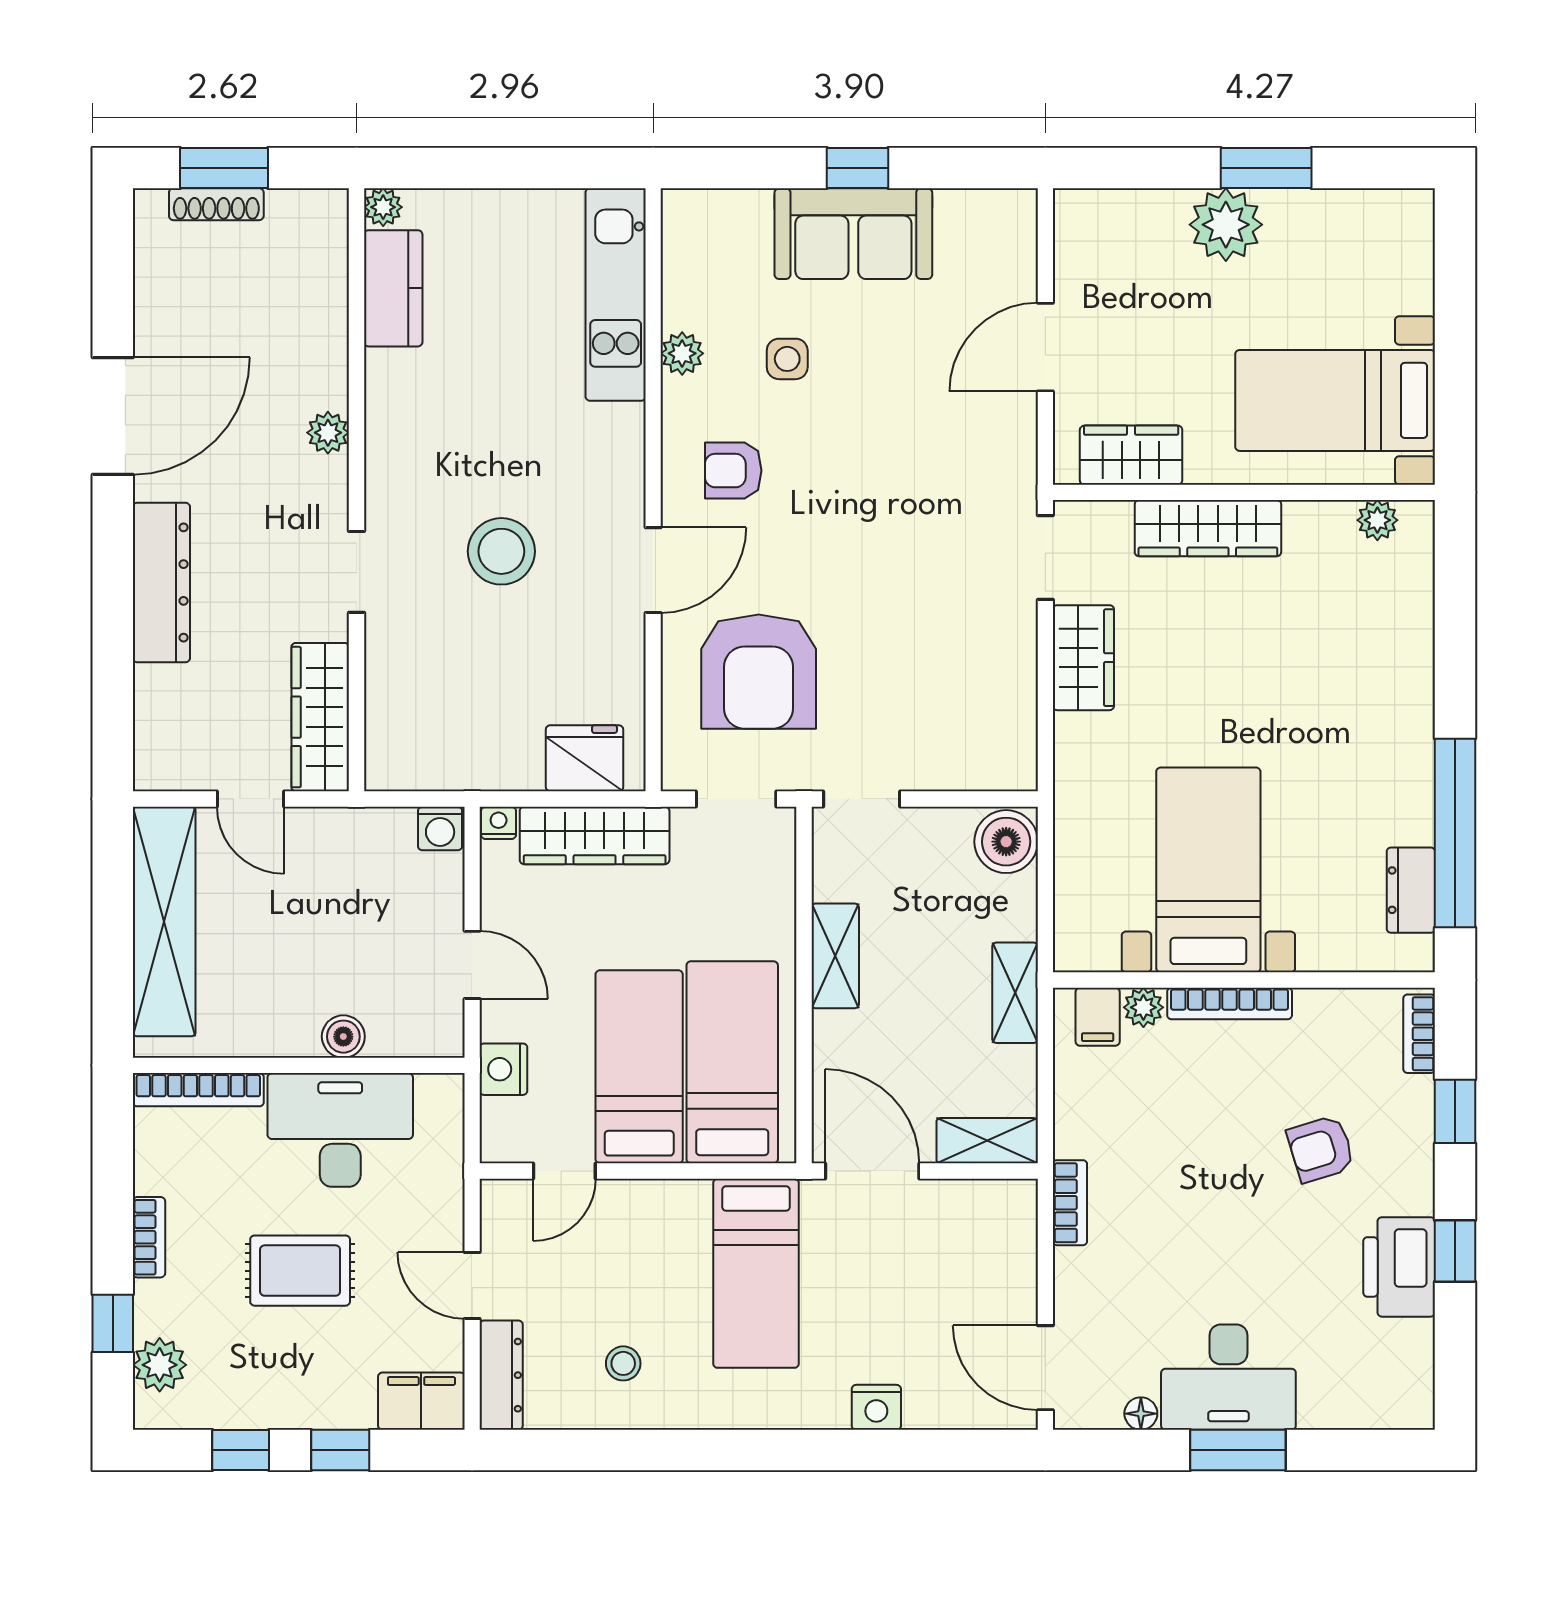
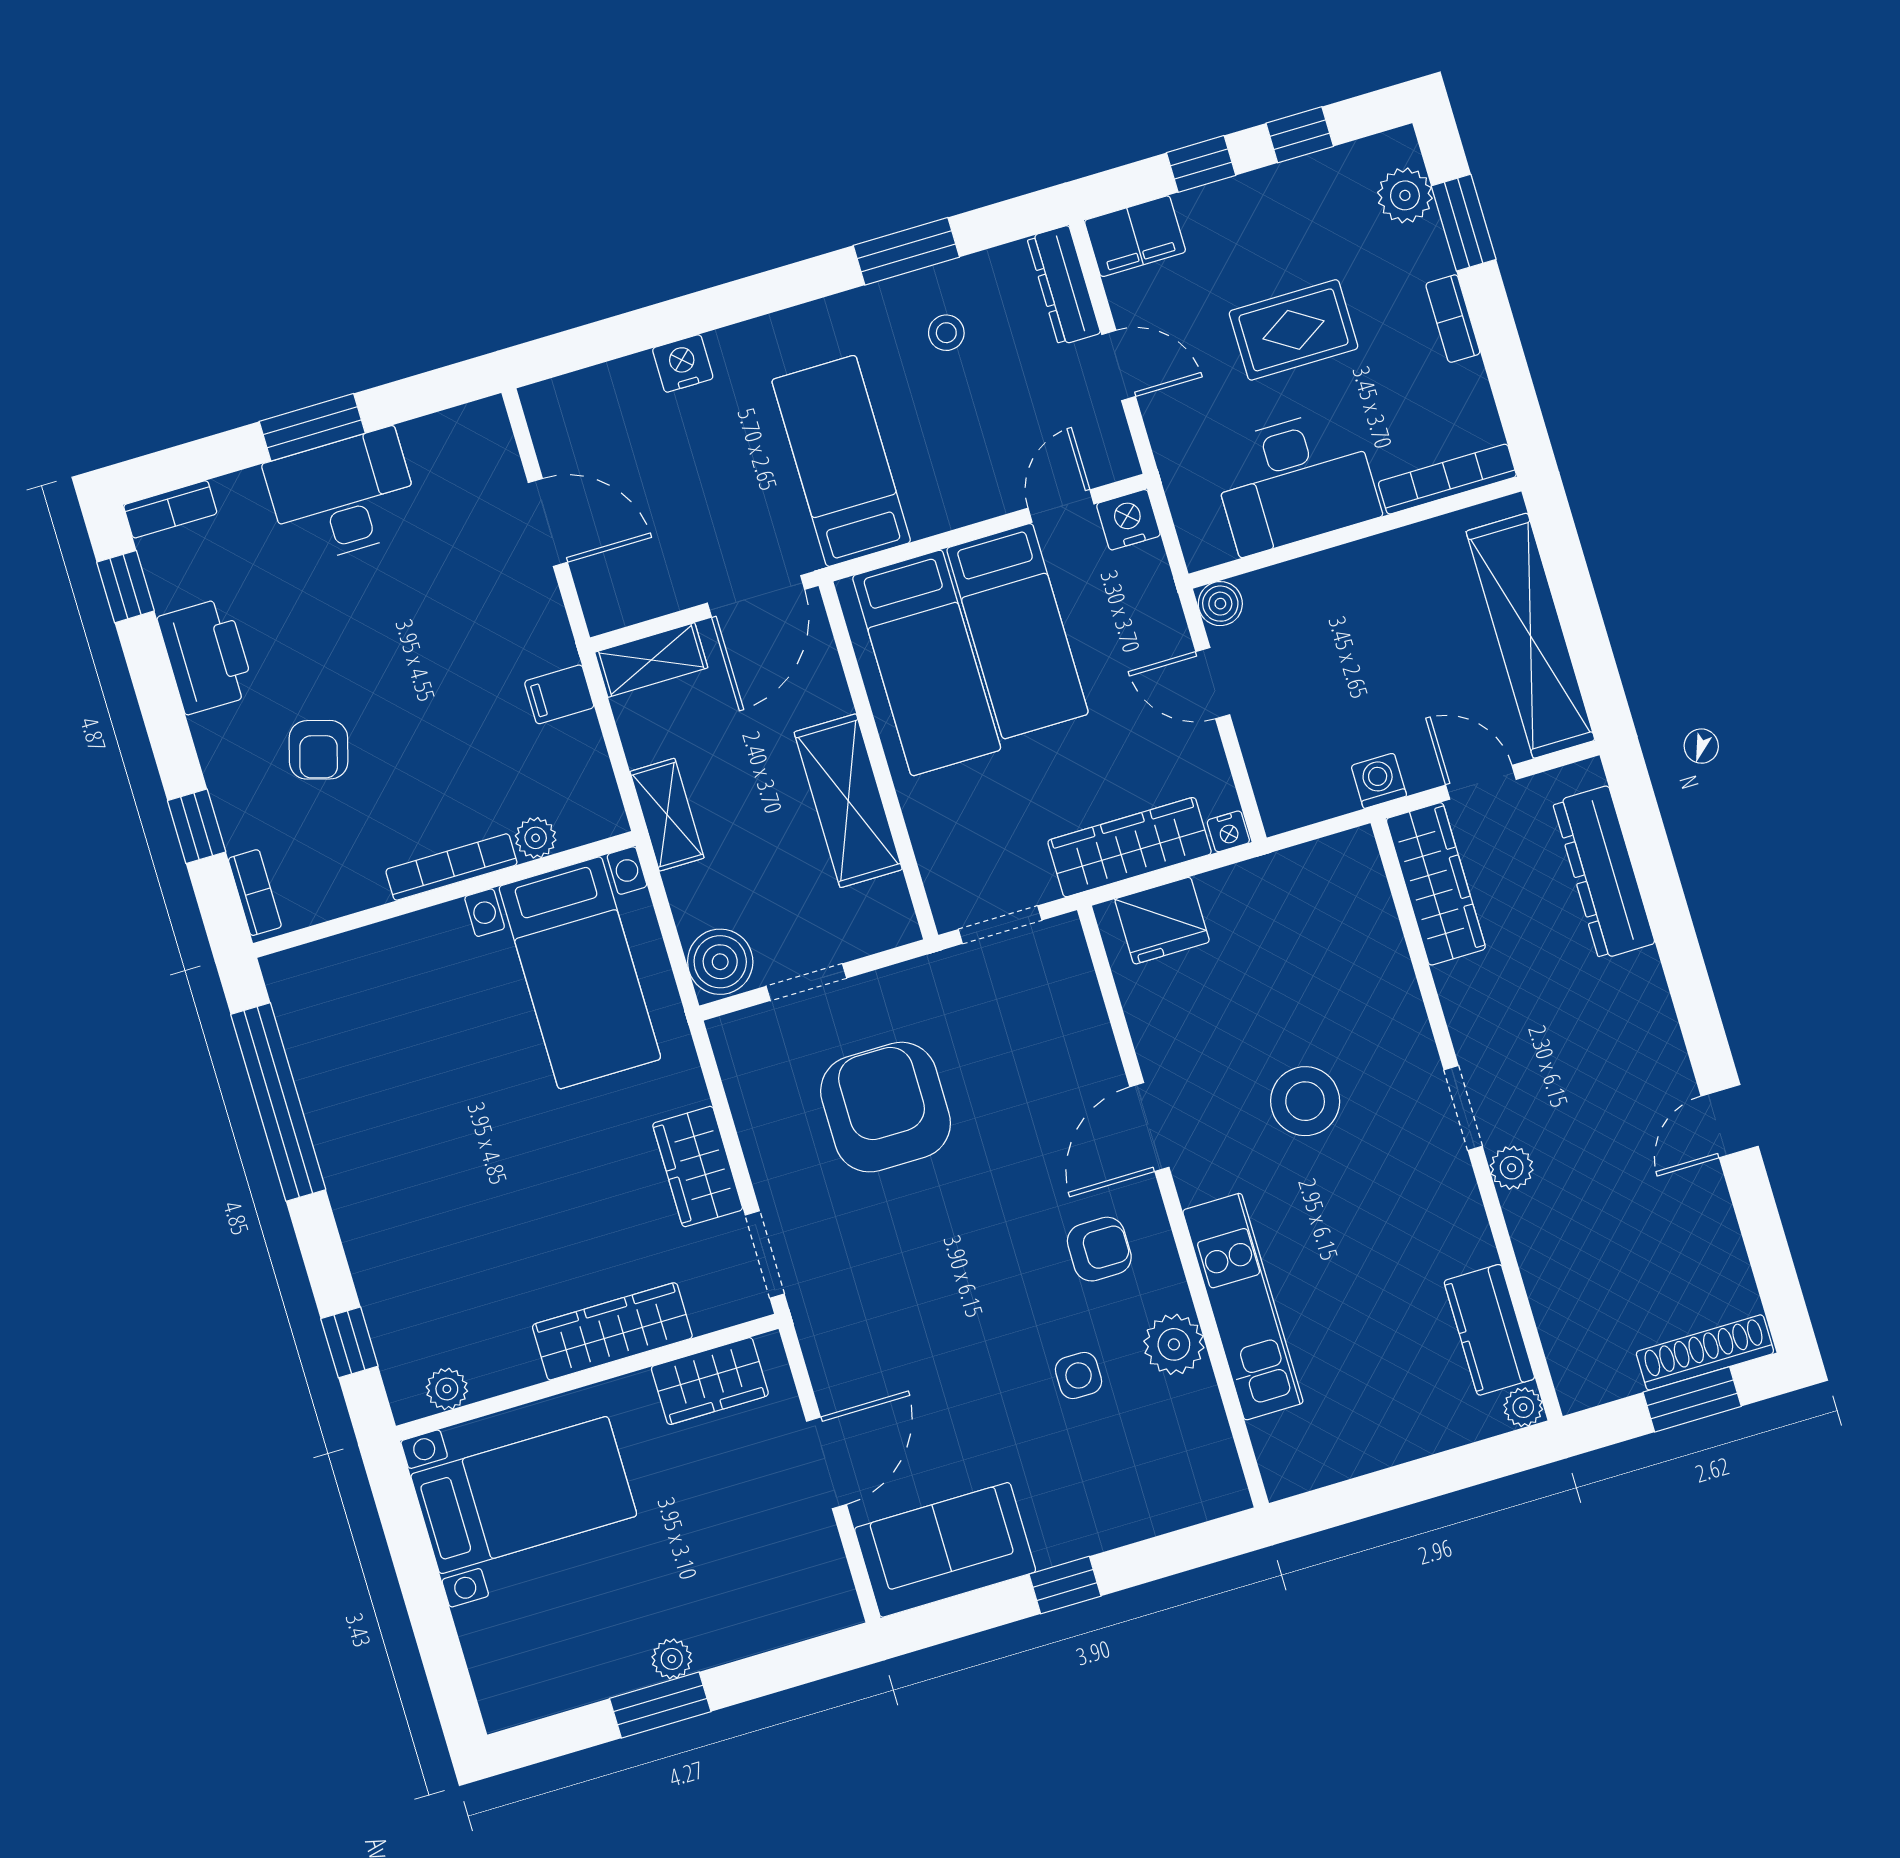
shoe rack: (216, 204) -> (1705, 1352), width x1.36, depth x1.24
plant: (1226, 225) -> (672, 1659), width x0.53, depth x0.53
sofa: (853, 234) -> (945, 1550), moved
kitchen unit: (616, 294) -> (1243, 1307), moved
plant: (682, 353) -> (1174, 1344), width x1.38, depth x1.38
door: (113, 416) -> (1730, 1121), width x0.53
doorway: (357, 572) -> (1463, 1108), moved
dresser: (161, 582) -> (1604, 873), moved
window: (1455, 590) -> (349, 1342), added
armchair: (759, 672) -> (886, 1107), moved
doorway: (862, 799) -> (806, 982), moved
washing machine: (440, 828) -> (1379, 781), moved
bed with nightstands: (1208, 870) -> (580, 973), moved
dresser: (1411, 890) -> (305, 1032), removed
shelving: (835, 956) -> (848, 801), width x1.50, depth x1.33
filing cabinet: (1098, 1017) -> (559, 694), moved, turned -90
boiler: (343, 1037) -> (1220, 604), moved
nightstand: (503, 1069) -> (1128, 520), moved, turned -90
armchair: (1321, 1149) -> (319, 750), turned 123
door: (872, 1171) -> (756, 596), hinge flipped
bookcase: (1070, 1203) -> (170, 509), moved, turned -90
window: (1455, 1251) -> (126, 587), moved
window: (113, 1323) -> (1464, 223), width x1.50
door: (1045, 1368) -> (548, 522), moved
floor lamp: (1141, 1414) -> (419, 435), removed
window: (638, 1450) -> (906, 251), added

